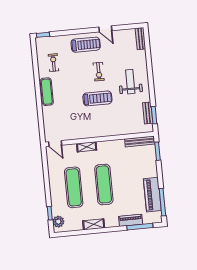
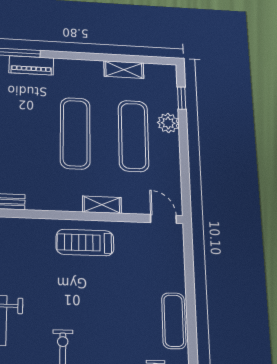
treadmill: (97, 98) -> (85, 243), moved
plant: (58, 222) -> (168, 123), moved
shelving: (94, 224) -> (124, 70), moved

